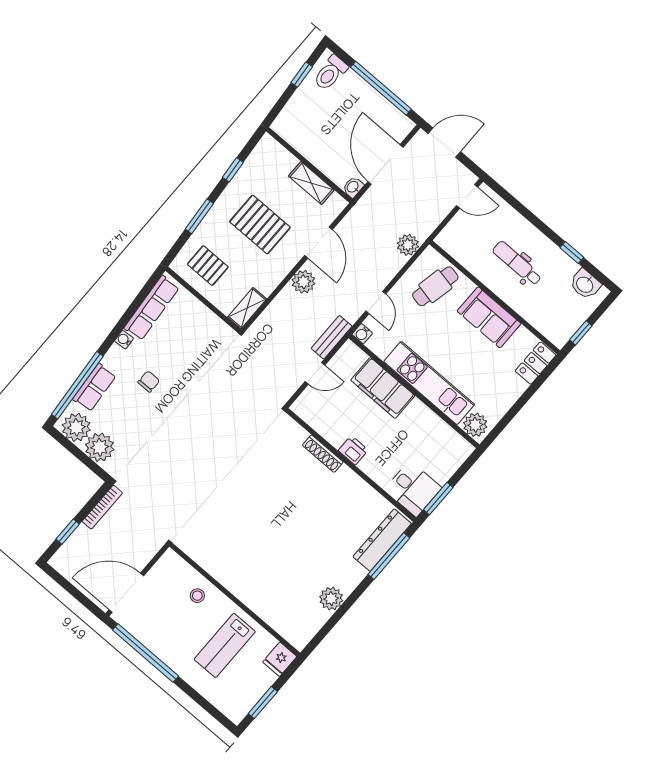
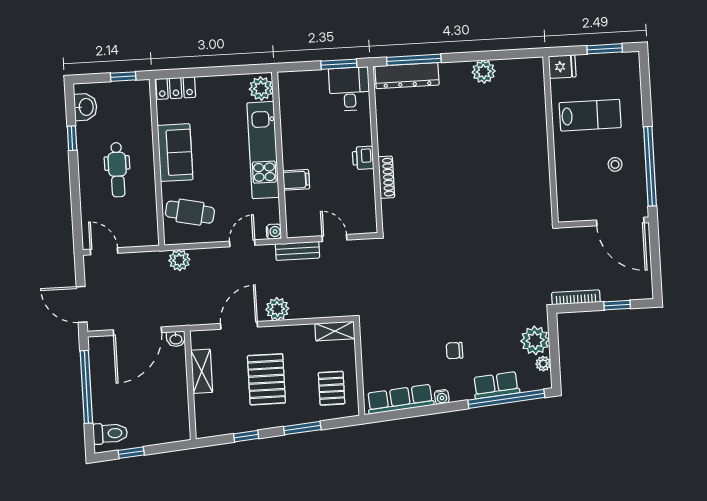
filing cabinet: (383, 388) -> (296, 180), width x0.33, depth x0.86
plant: (76, 427) -> (543, 364), width x0.53, depth x0.53
stool: (197, 596) -> (615, 164), moved

